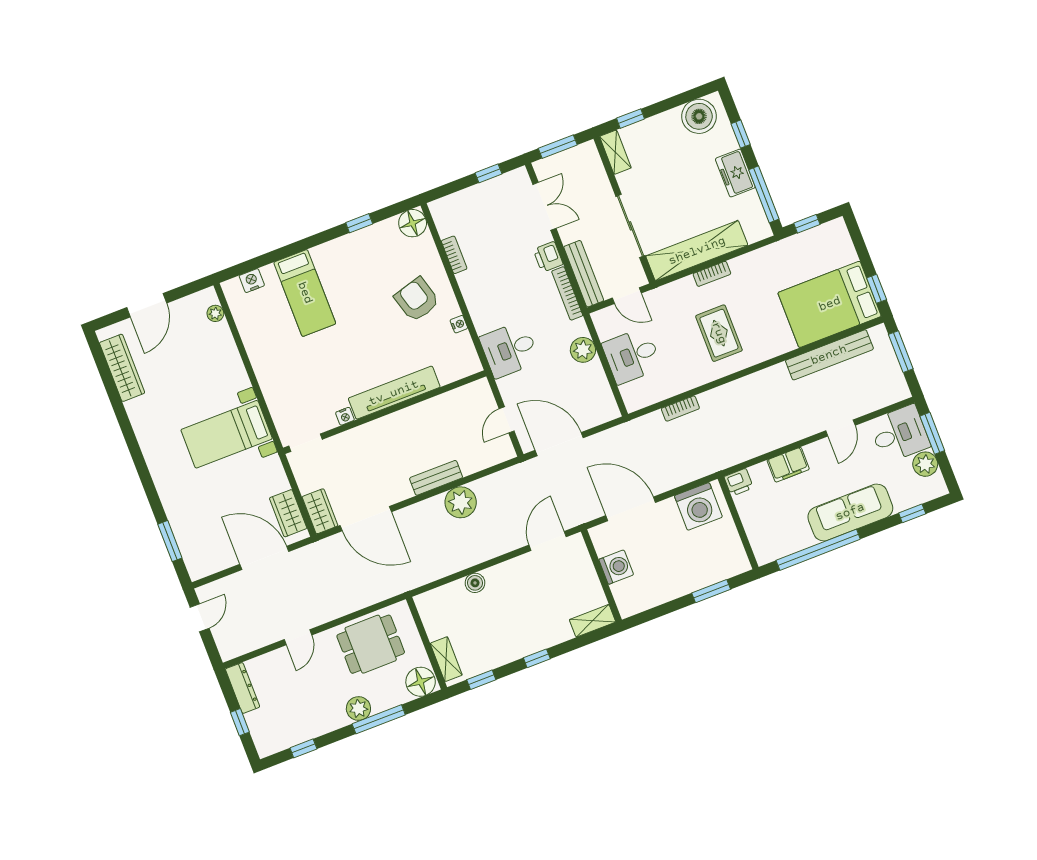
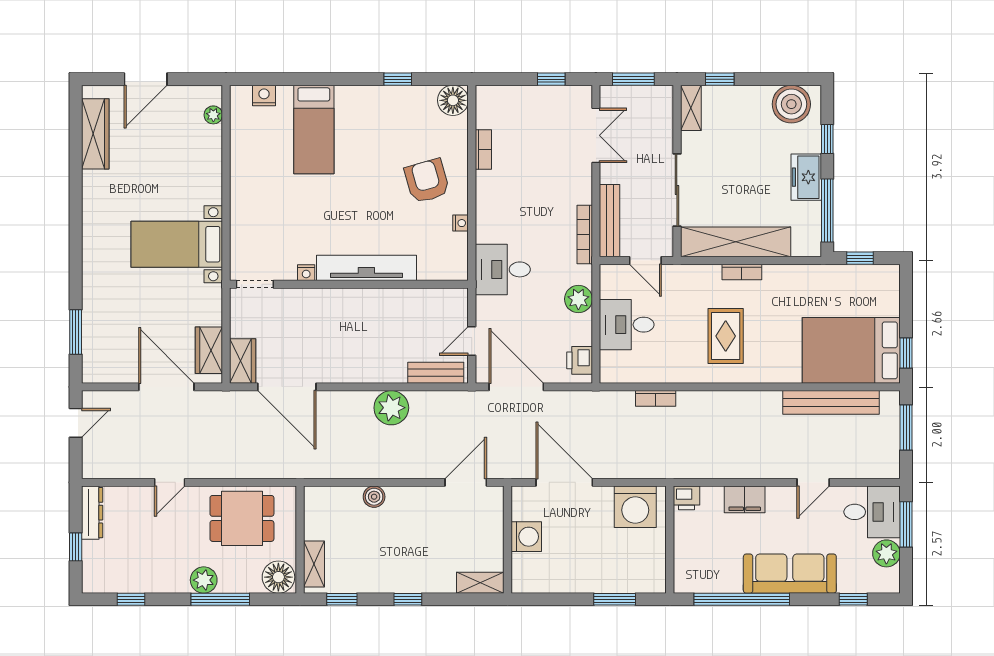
printer: (548, 257) -> (580, 360), moved
bench: (436, 478) -> (436, 373), moved

